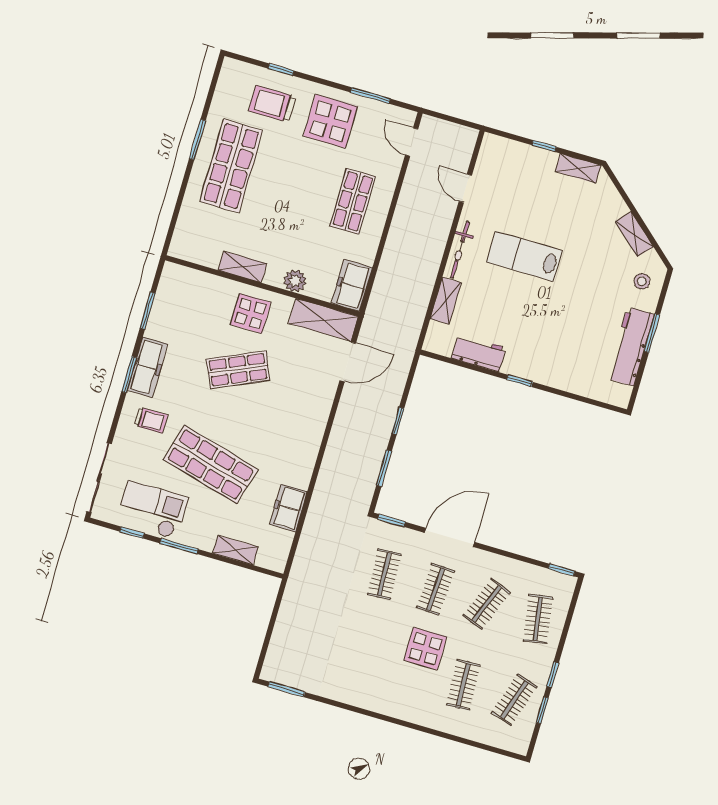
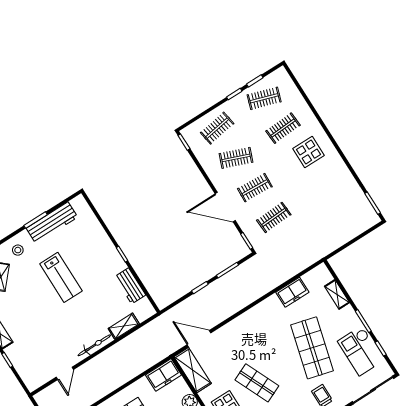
lab bench: (524, 256) -> (61, 277), moved
display table: (425, 649) -> (308, 152), moved

